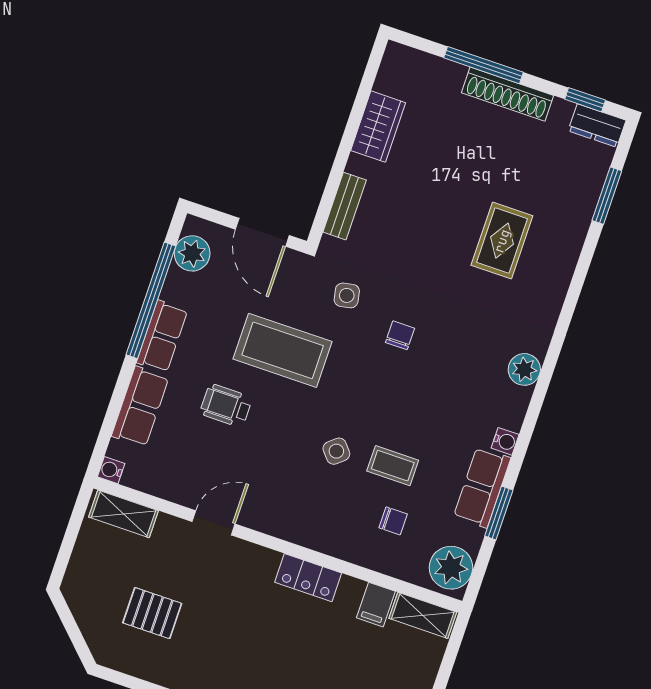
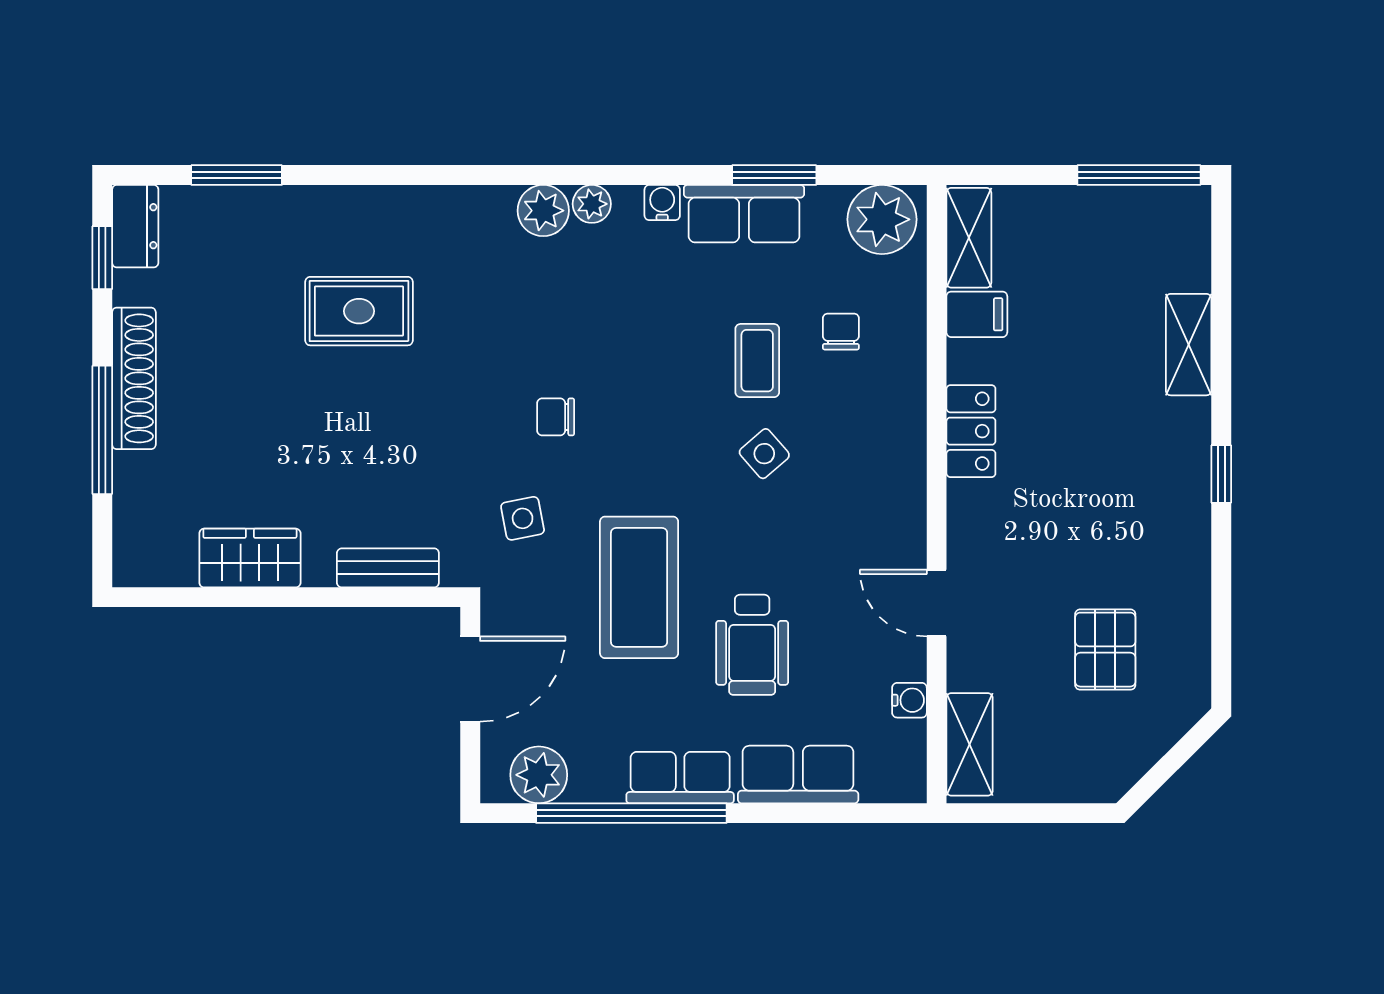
plant: (518, 399) -> (592, 204), added
wheelchair: (226, 406) -> (752, 645), width x1.36, depth x1.37
water cooler: (111, 470) -> (909, 700), moved, turned -90

